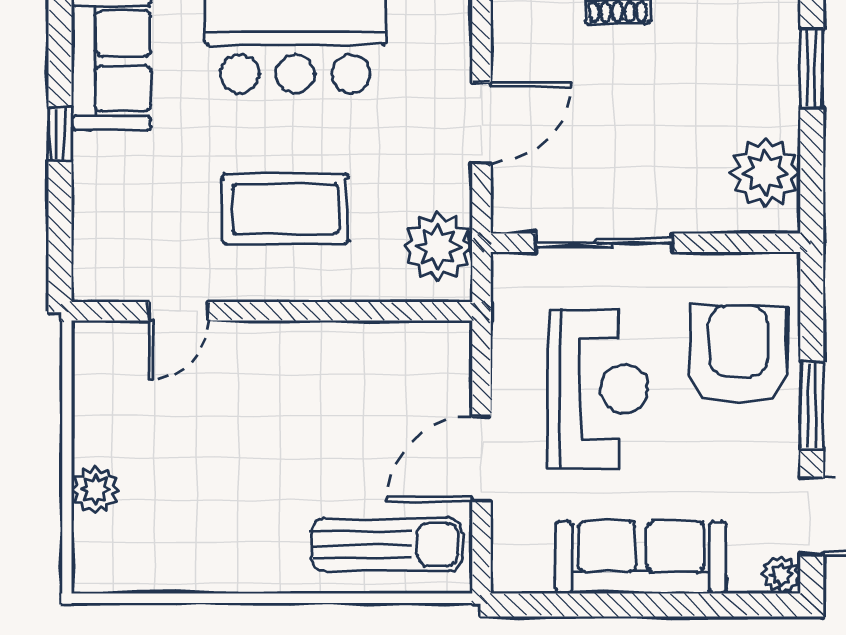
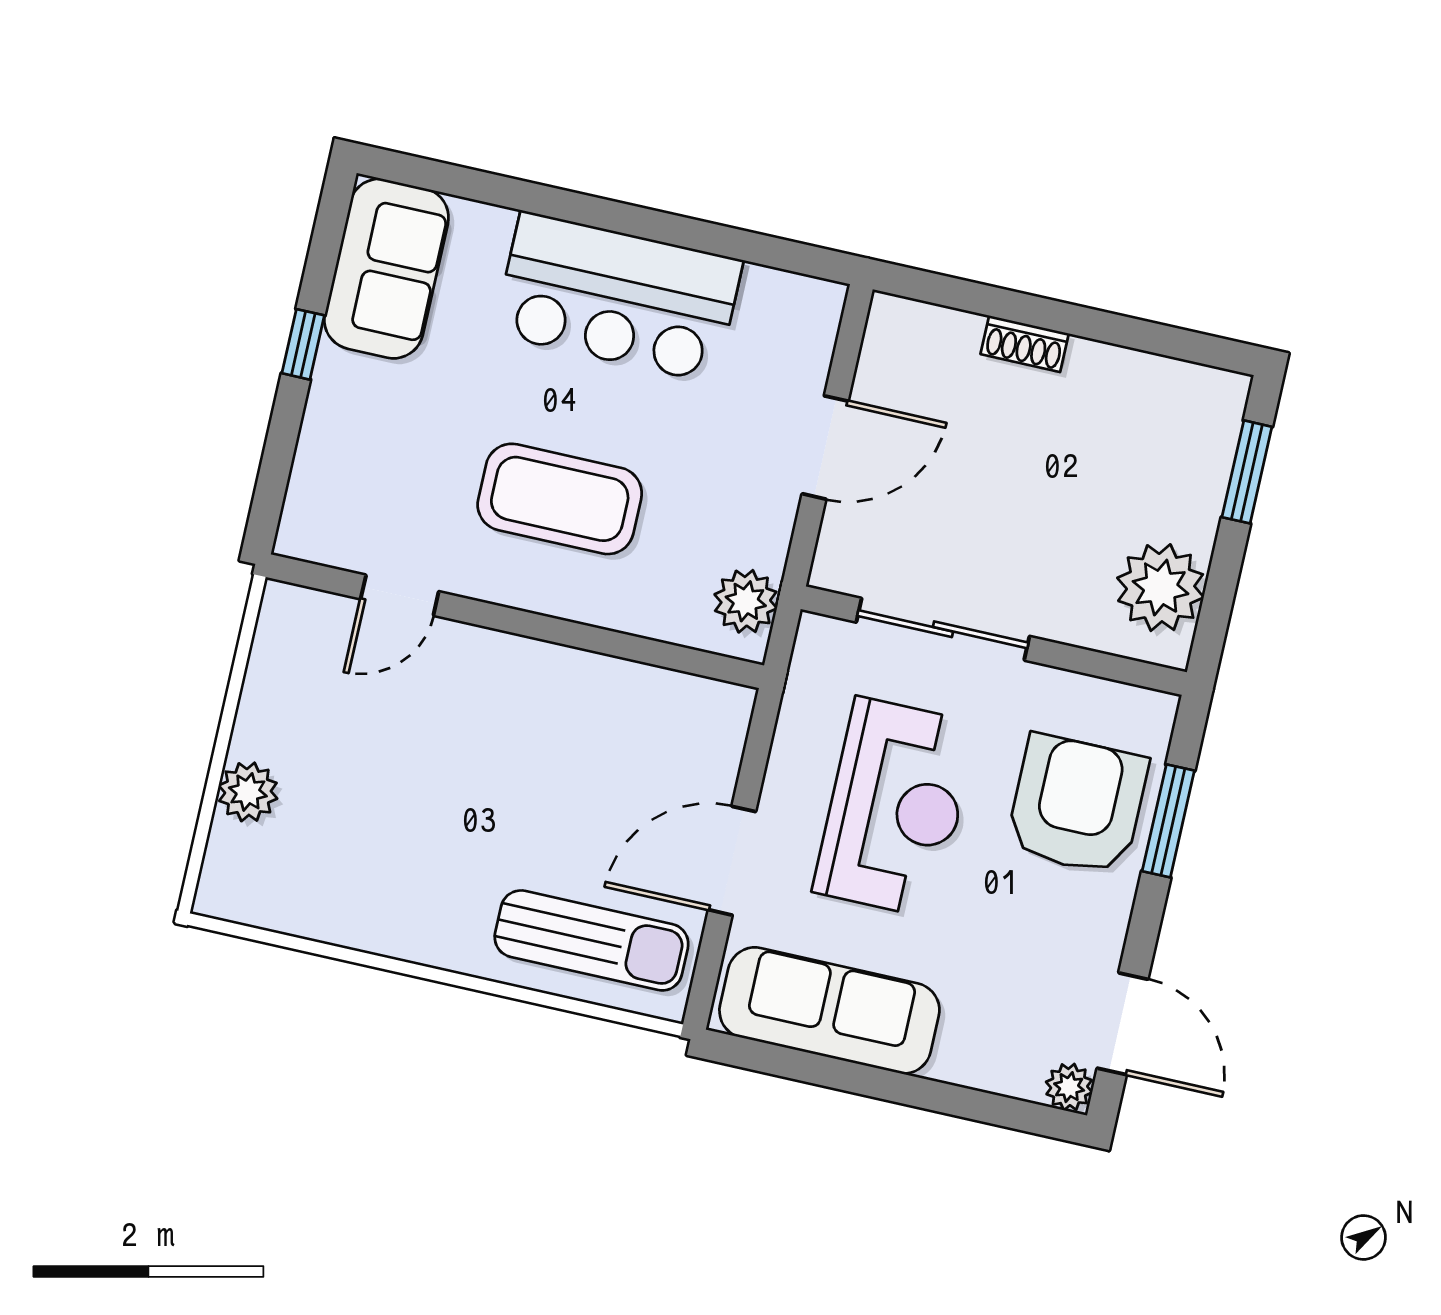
plant: (438, 246) -> (746, 601), width x0.73, depth x0.73
window: (812, 405) -> (1168, 821), moved
sofa: (641, 557) -> (829, 1010), moved

